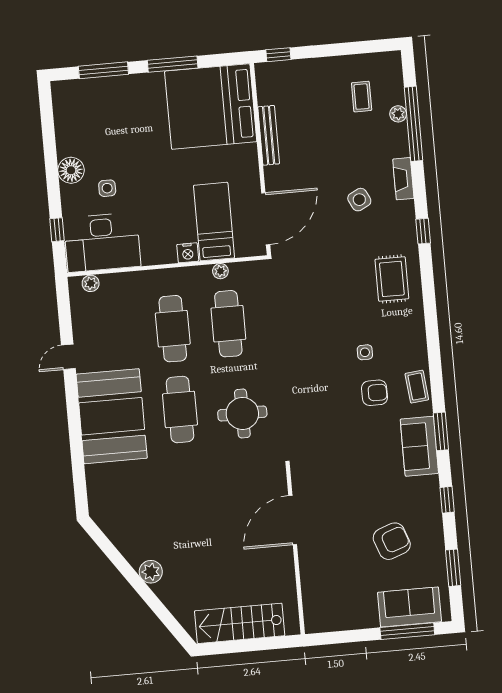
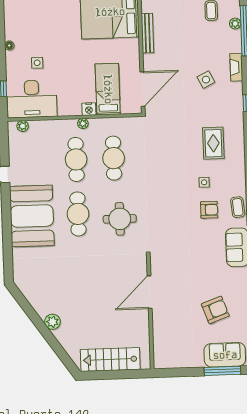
floor lamp: (71, 170) -> (9, 45), width x0.53, depth x0.53
plant: (220, 271) -> (83, 124), moved
rug: (392, 279) -> (213, 143), moved

